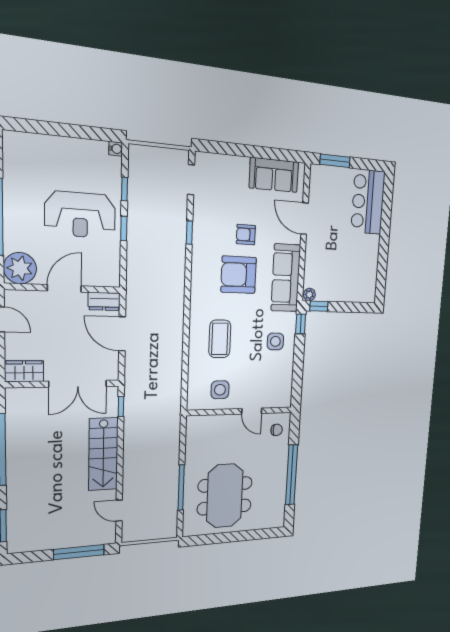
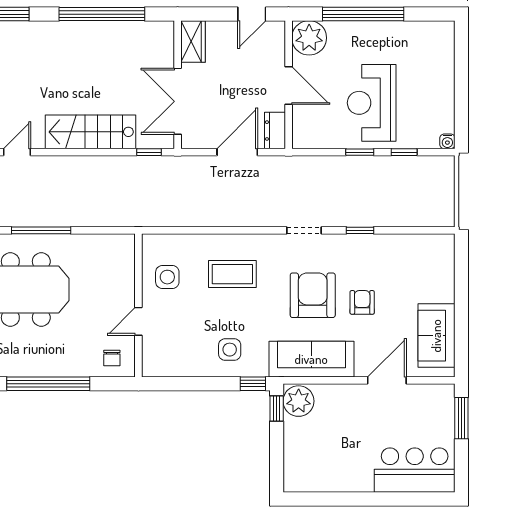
doorway: (191, 180) -> (304, 230), moved
plant: (309, 295) -> (299, 401), width x1.88, depth x1.88

